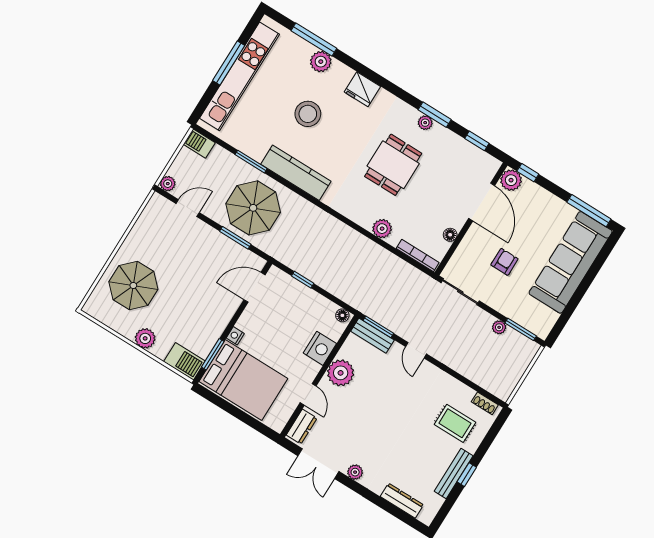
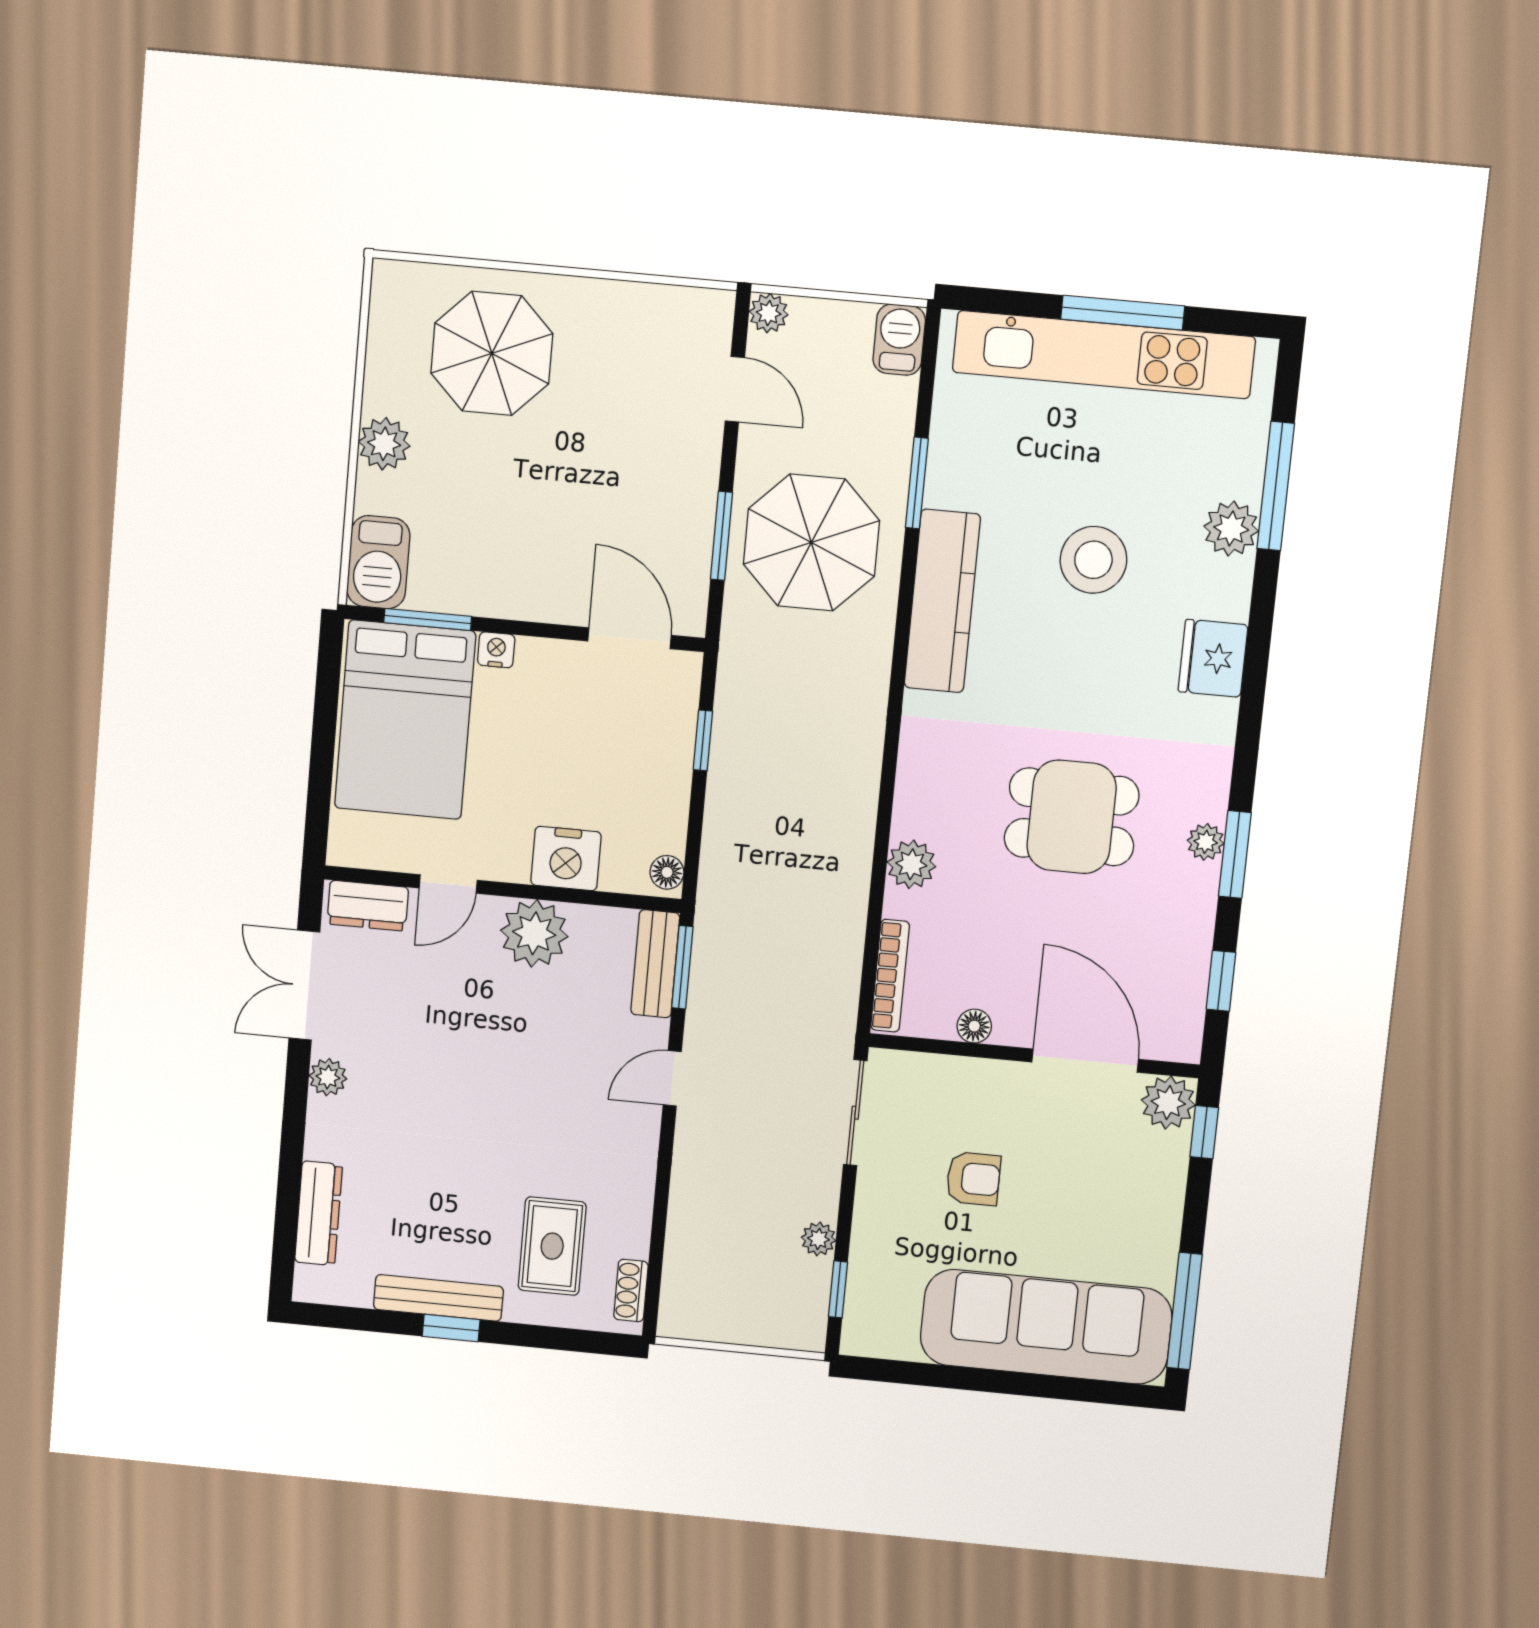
door: (482, 202) -> (1085, 1061), swing flipped
window: (521, 329) -> (838, 1289), width x0.67

